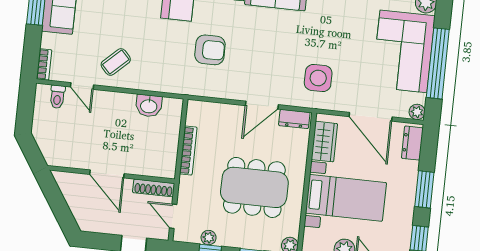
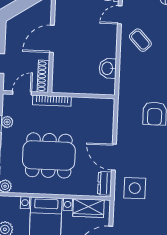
side table: (318, 78) -> (135, 188), moved
bookcase: (188, 151) -> (52, 101), moved
dining table: (254, 187) -> (49, 155), turned 90

